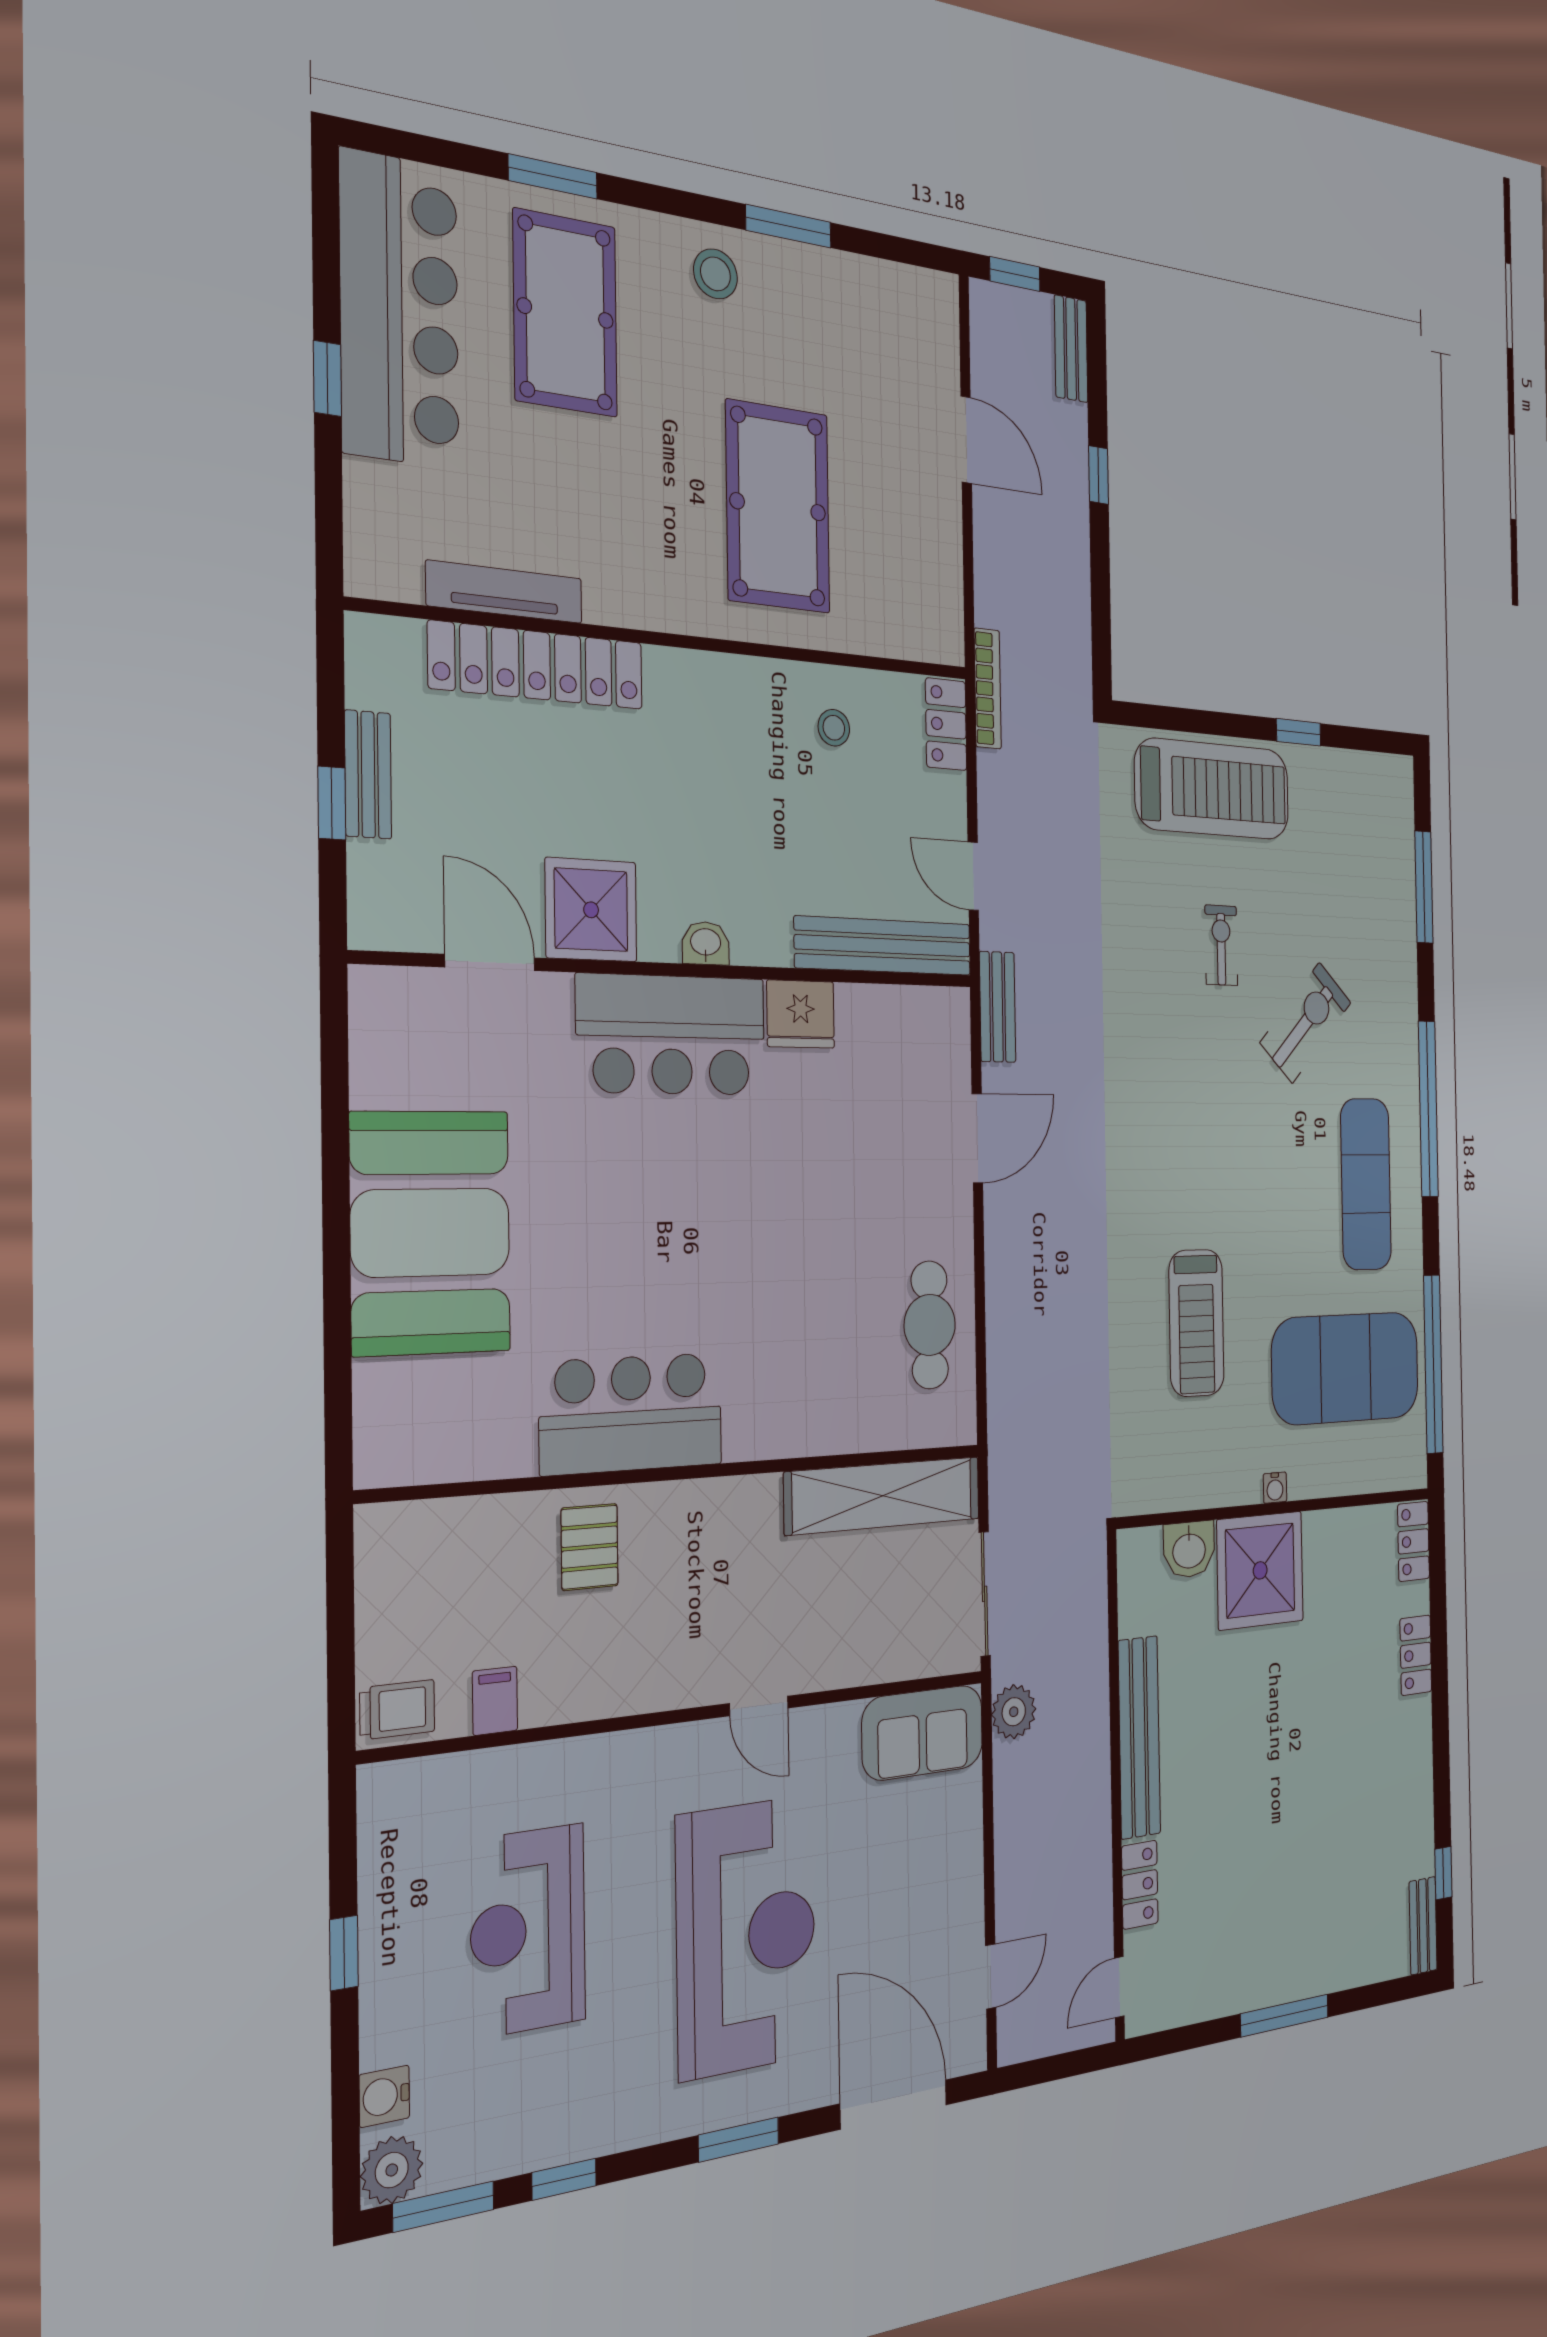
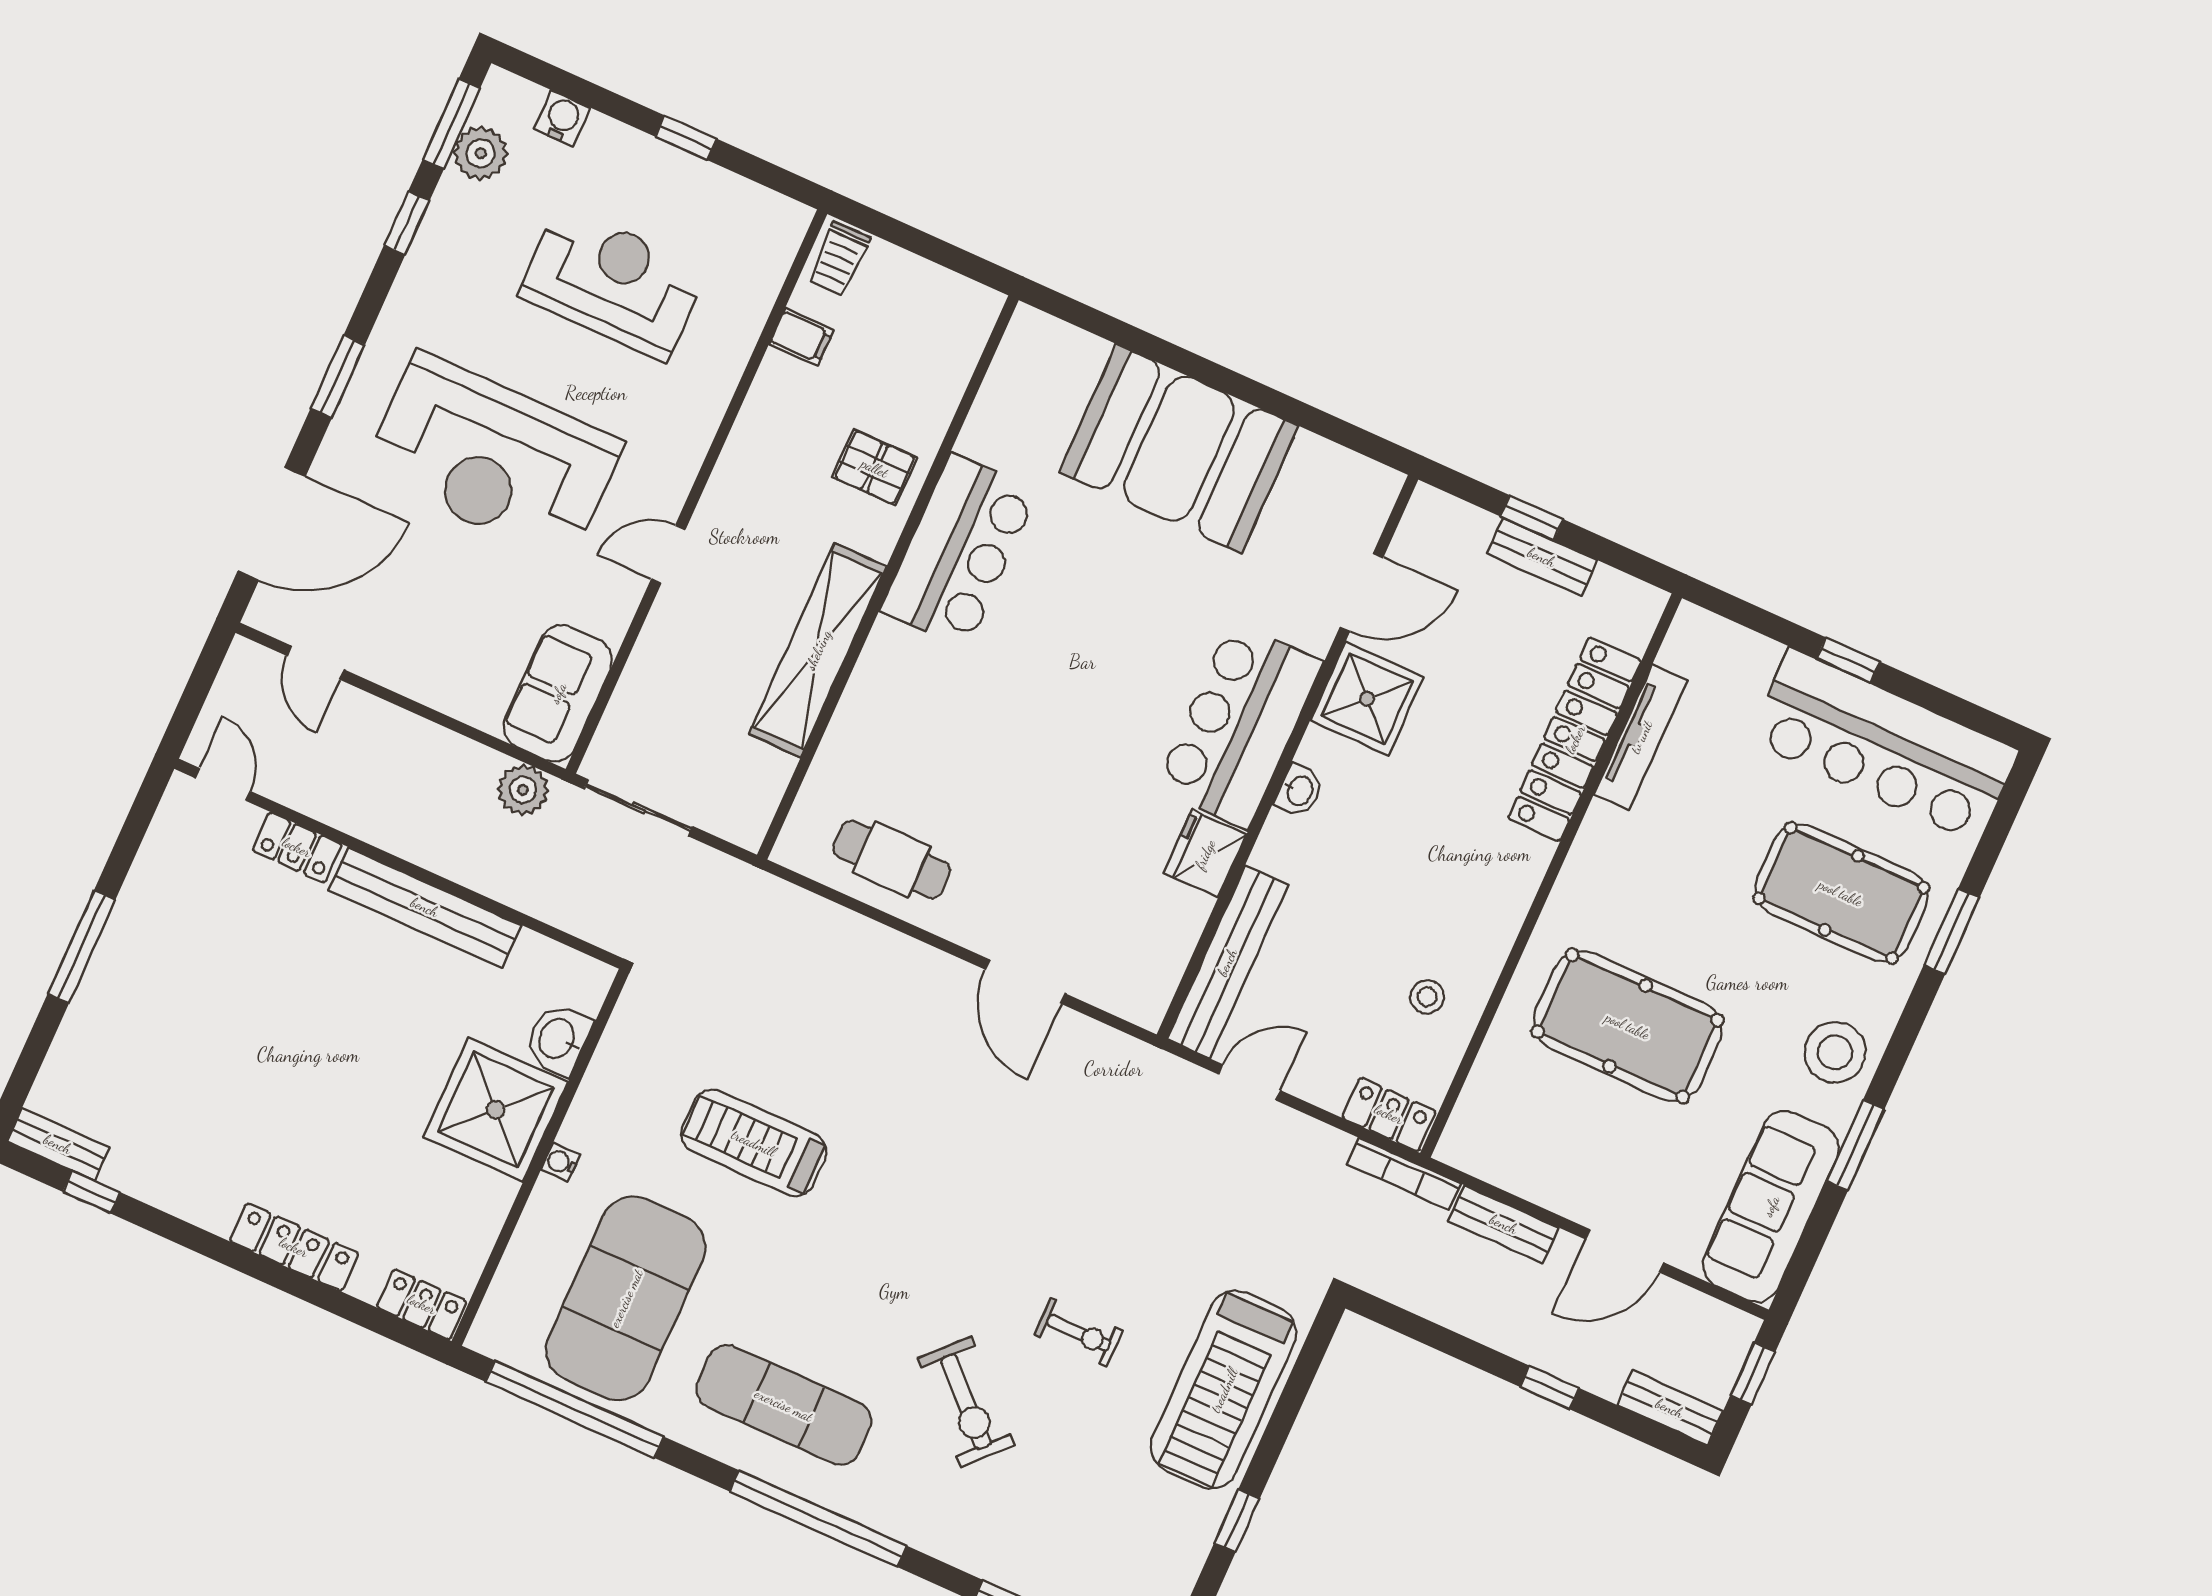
stool: (715, 274) -> (1835, 1052), width x1.38, depth x1.38
sofa: (874, 300) -> (1771, 1206), added
bench: (998, 1007) -> (1504, 1224), moved
shelving: (883, 1496) -> (818, 650), moved
locker: (1416, 1655) -> (294, 1247), width x1.53
plant: (392, 2170) -> (481, 153), moved

